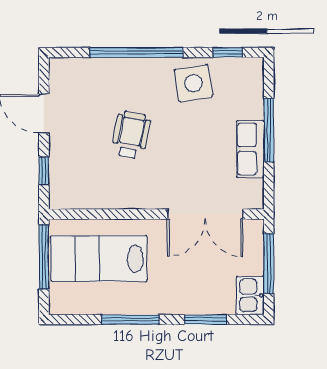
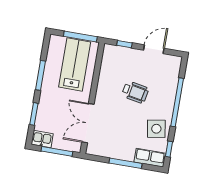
row of seats: (250, 149) -> (150, 158), moved

